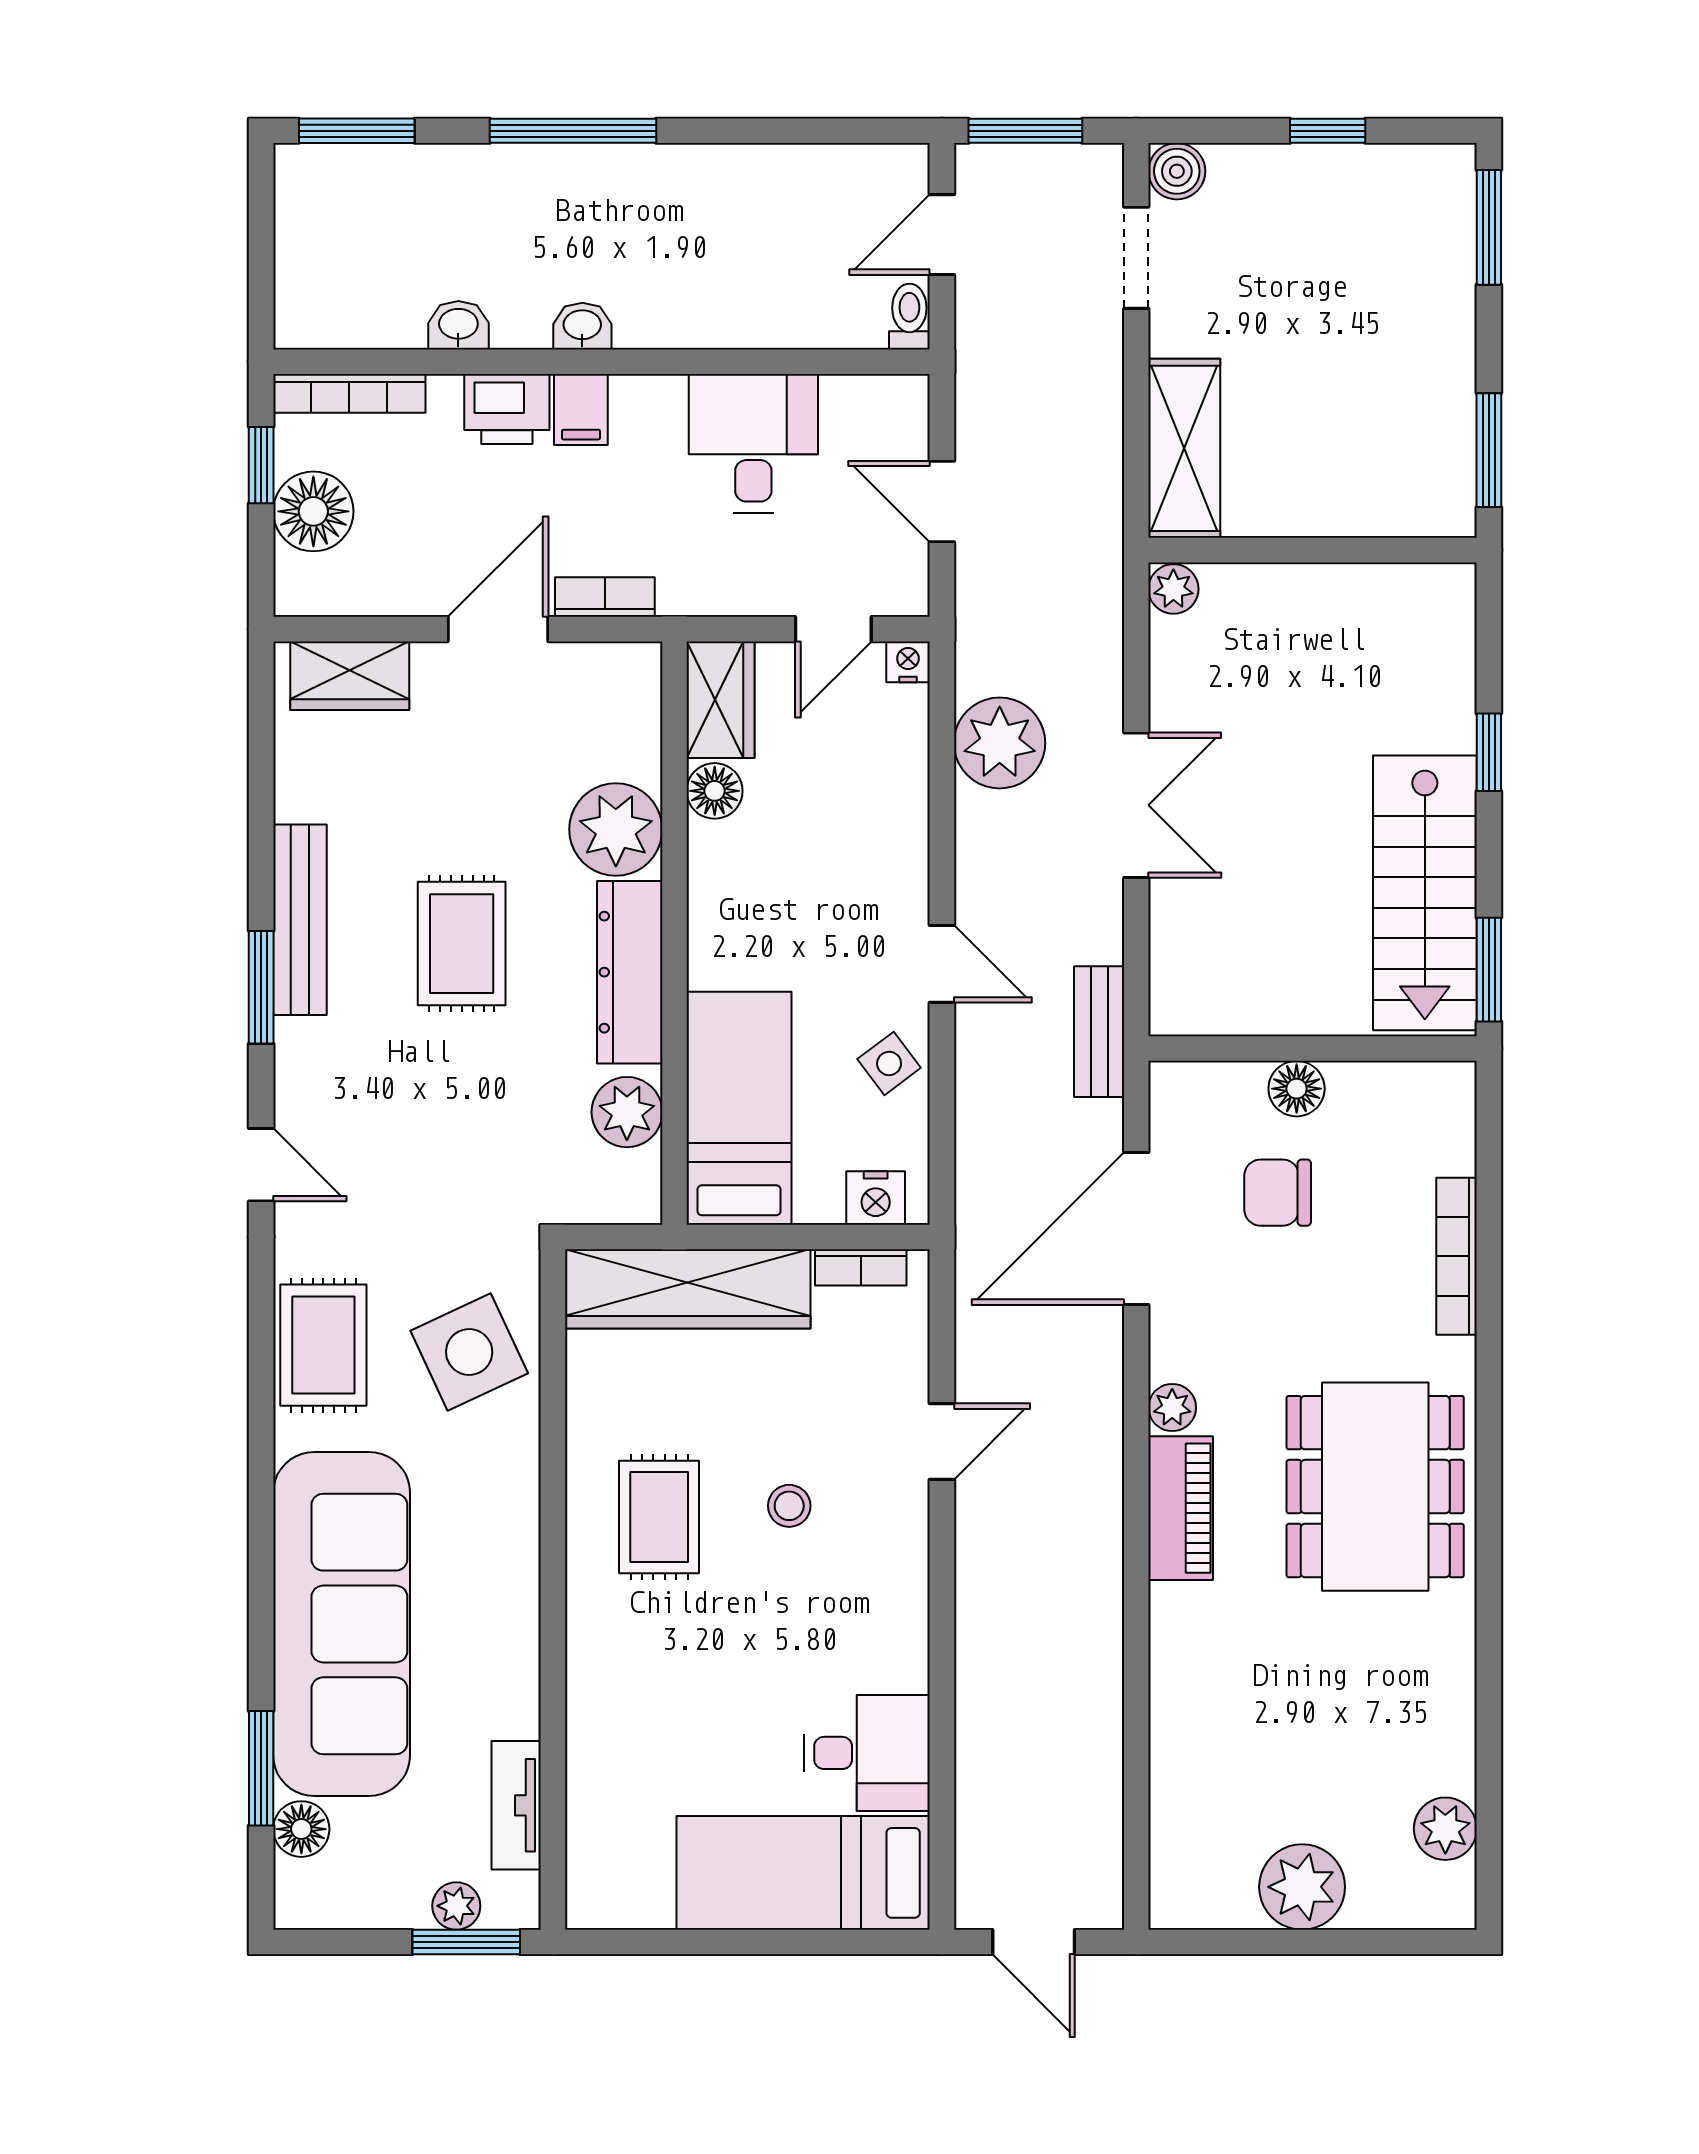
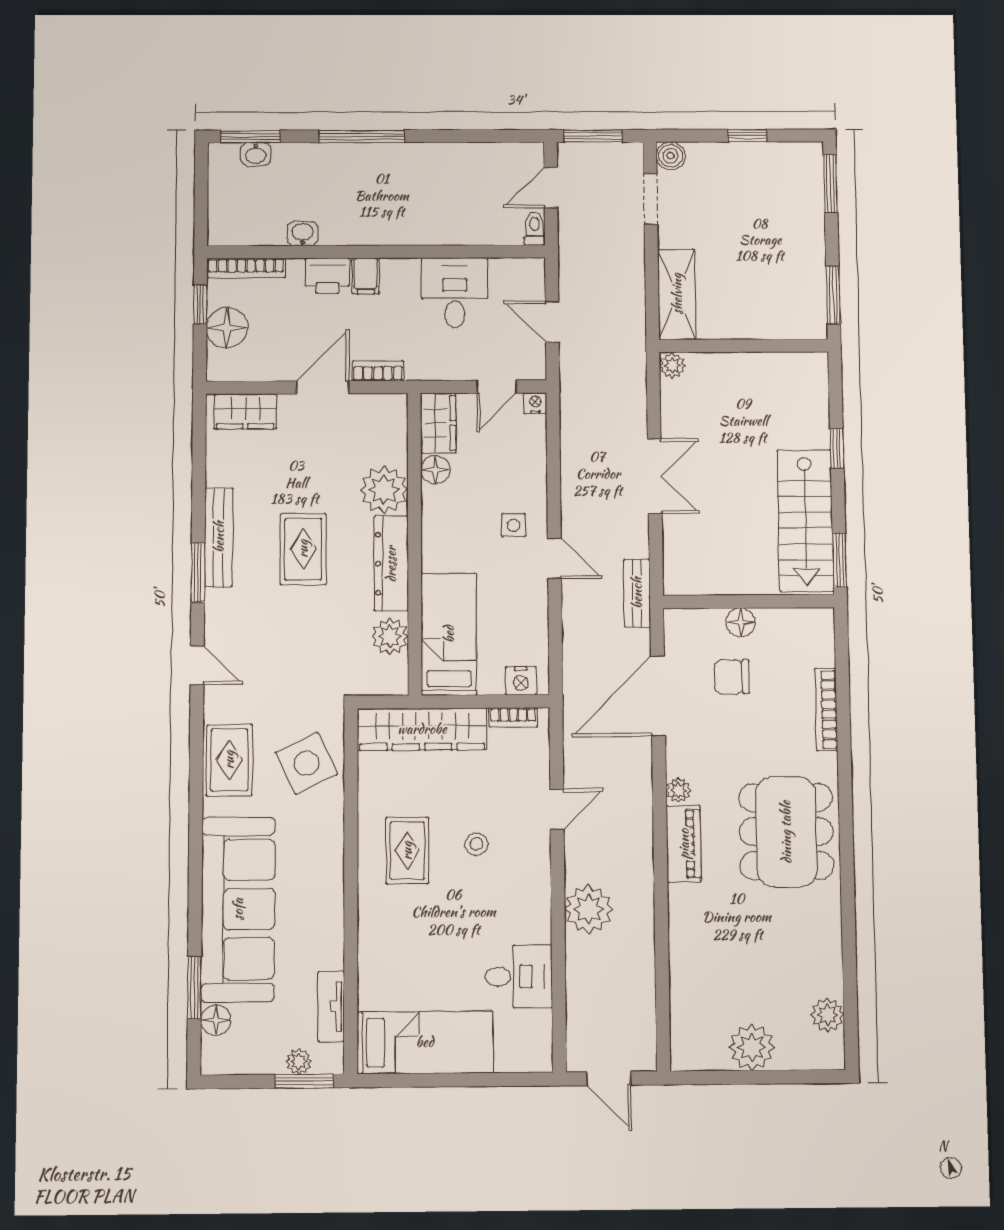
washbasin: (582, 326) -> (256, 154), moved, turned 180
plant: (1000, 743) -> (589, 909), moved
side table: (889, 1063) -> (514, 525), moved, turned 37
bed: (803, 1873) -> (425, 1042), moved, turned 180

